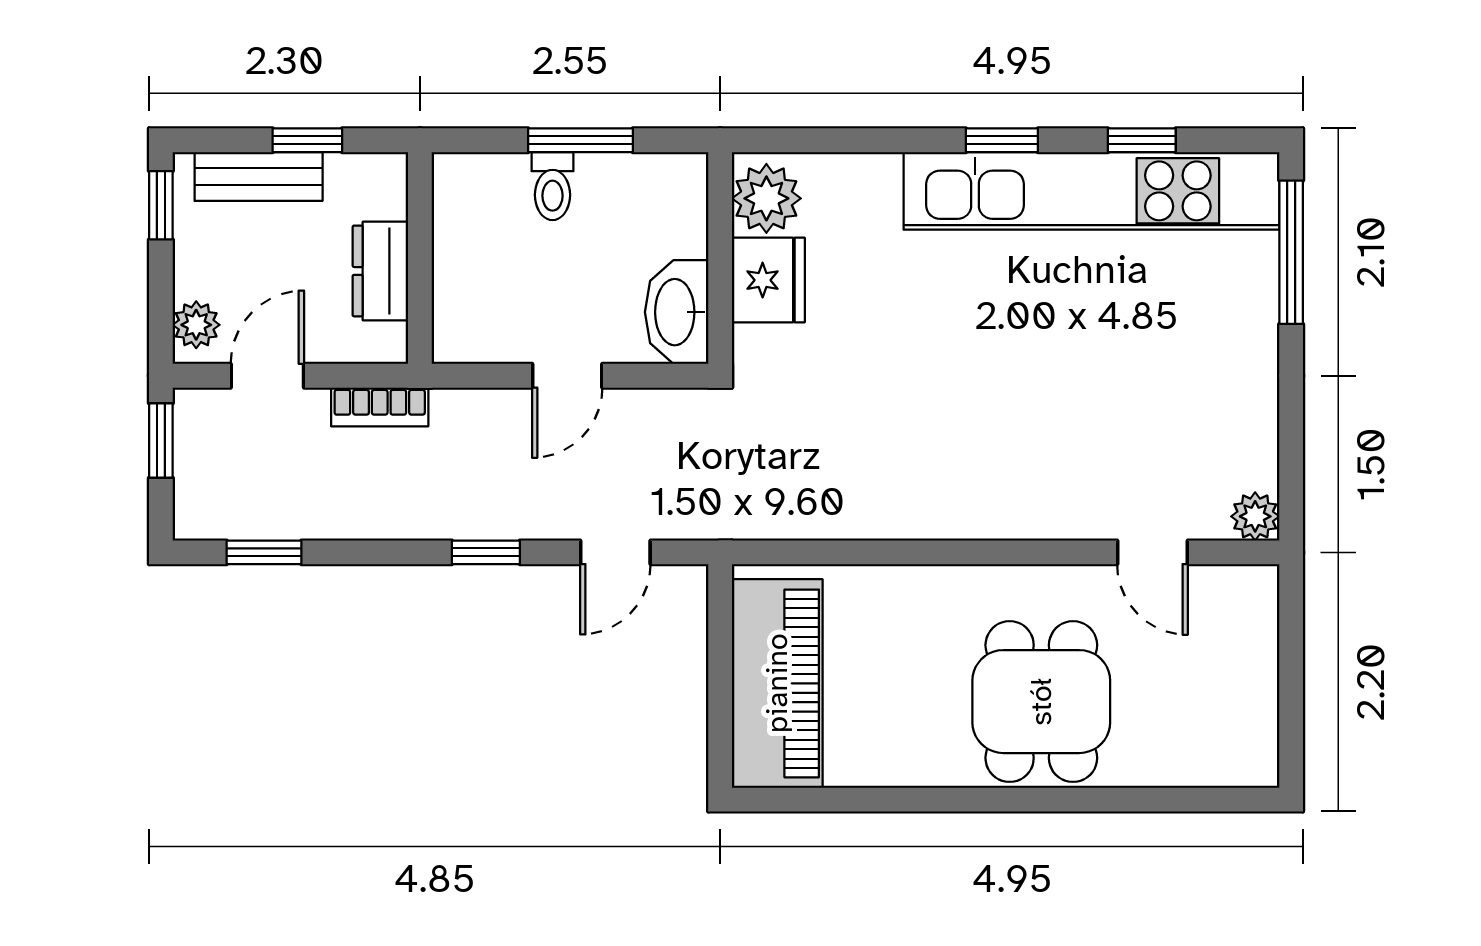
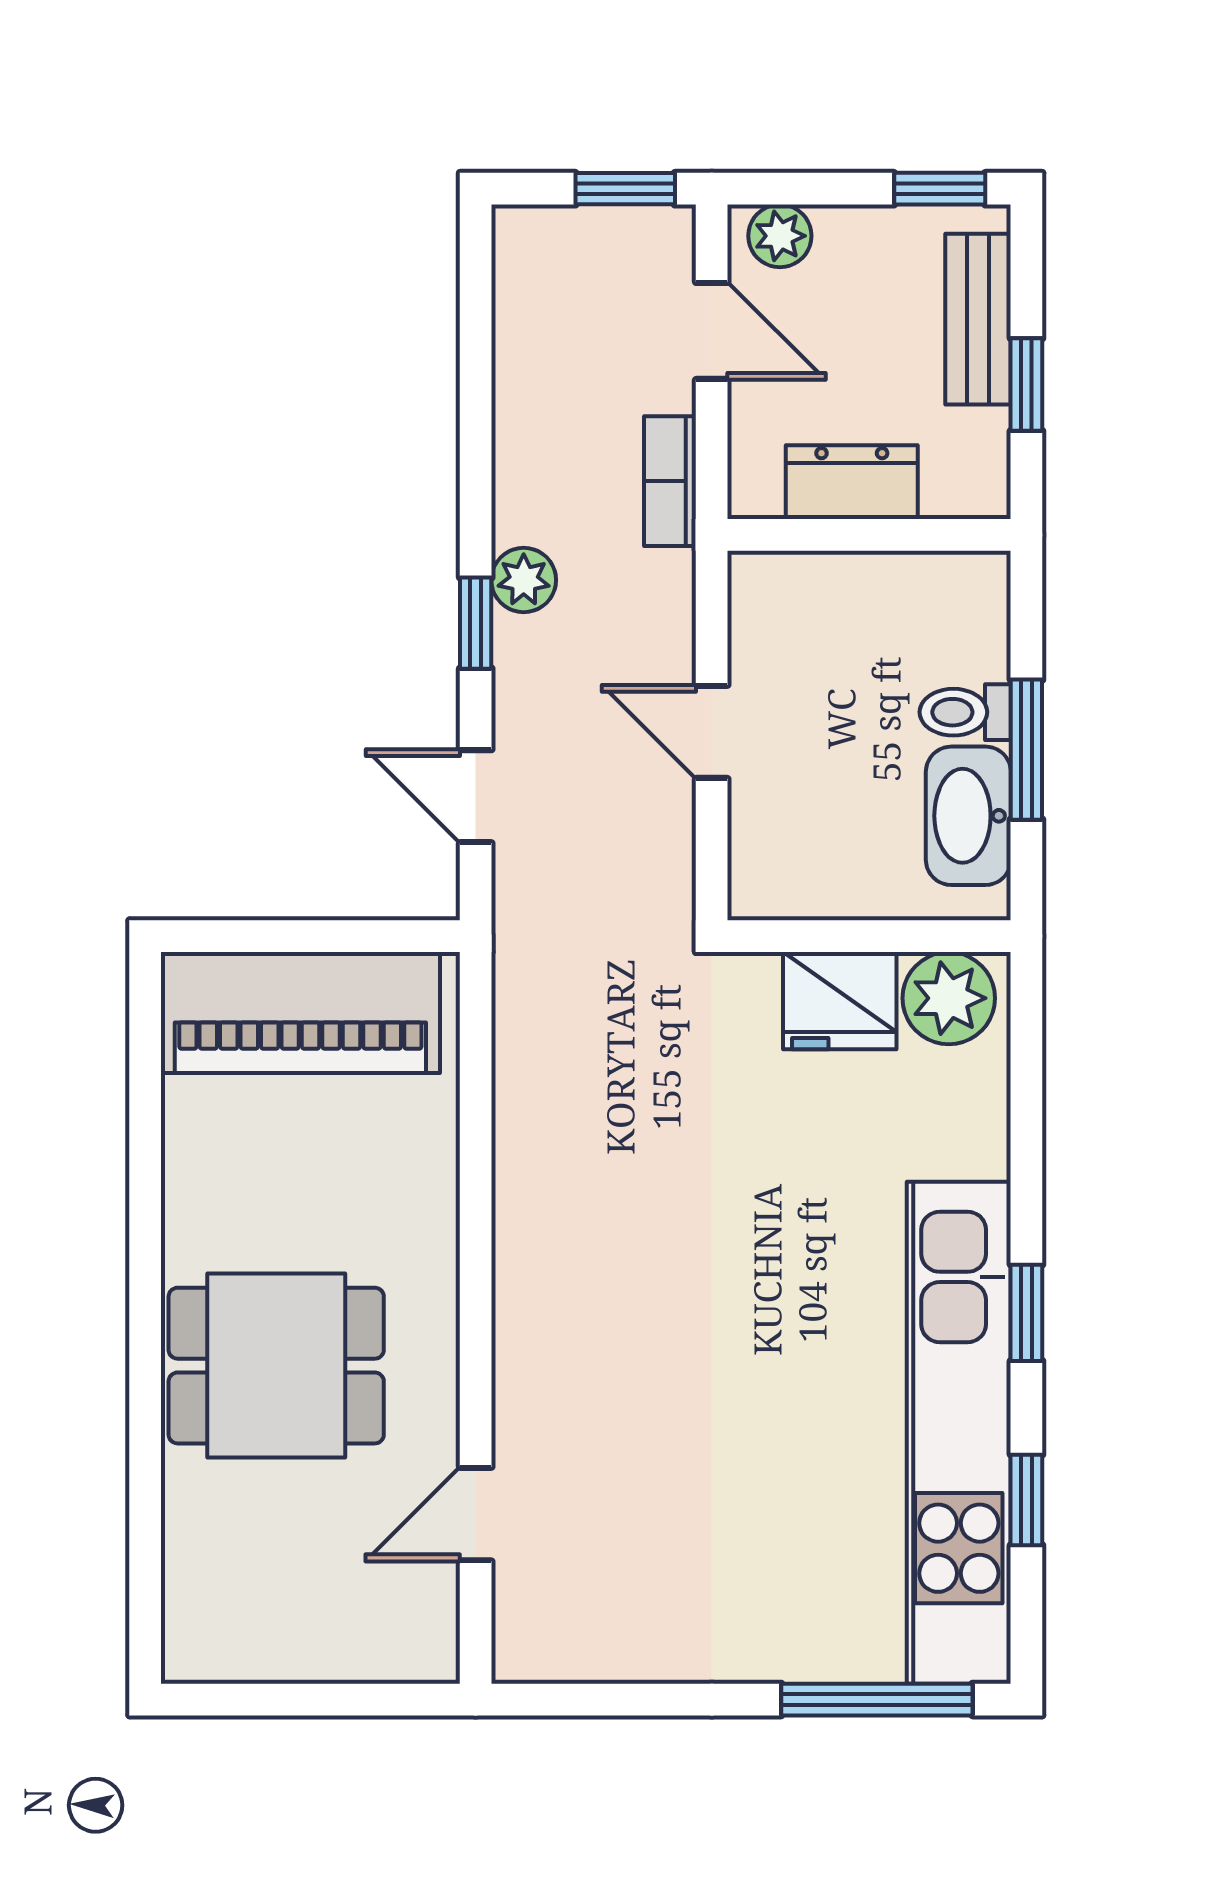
washbasin: (677, 312) -> (968, 816), moved, turned -90
plant: (1255, 516) -> (524, 580), moved
window: (264, 552) -> (476, 327), removed

